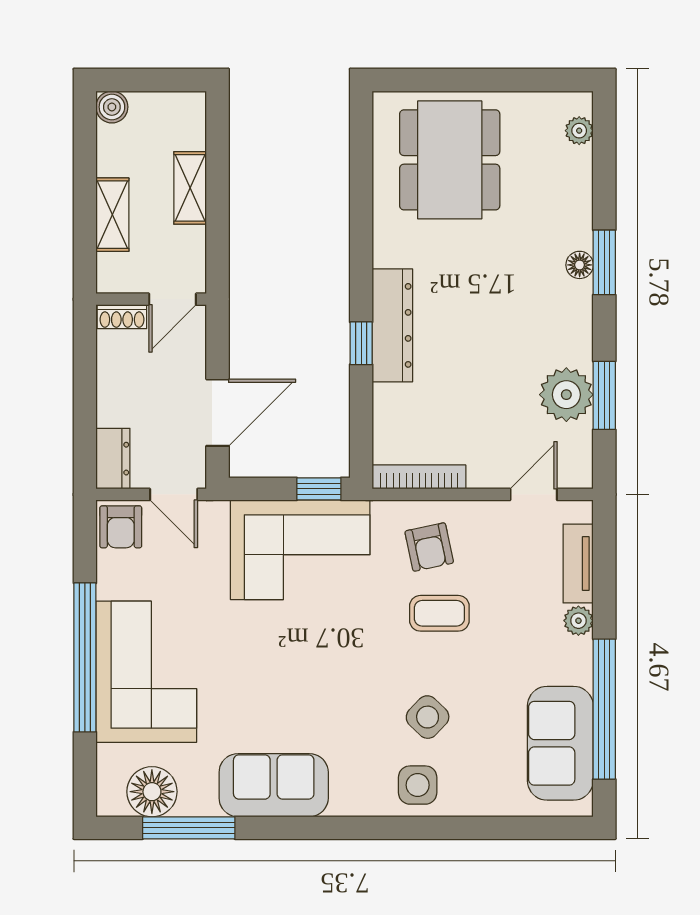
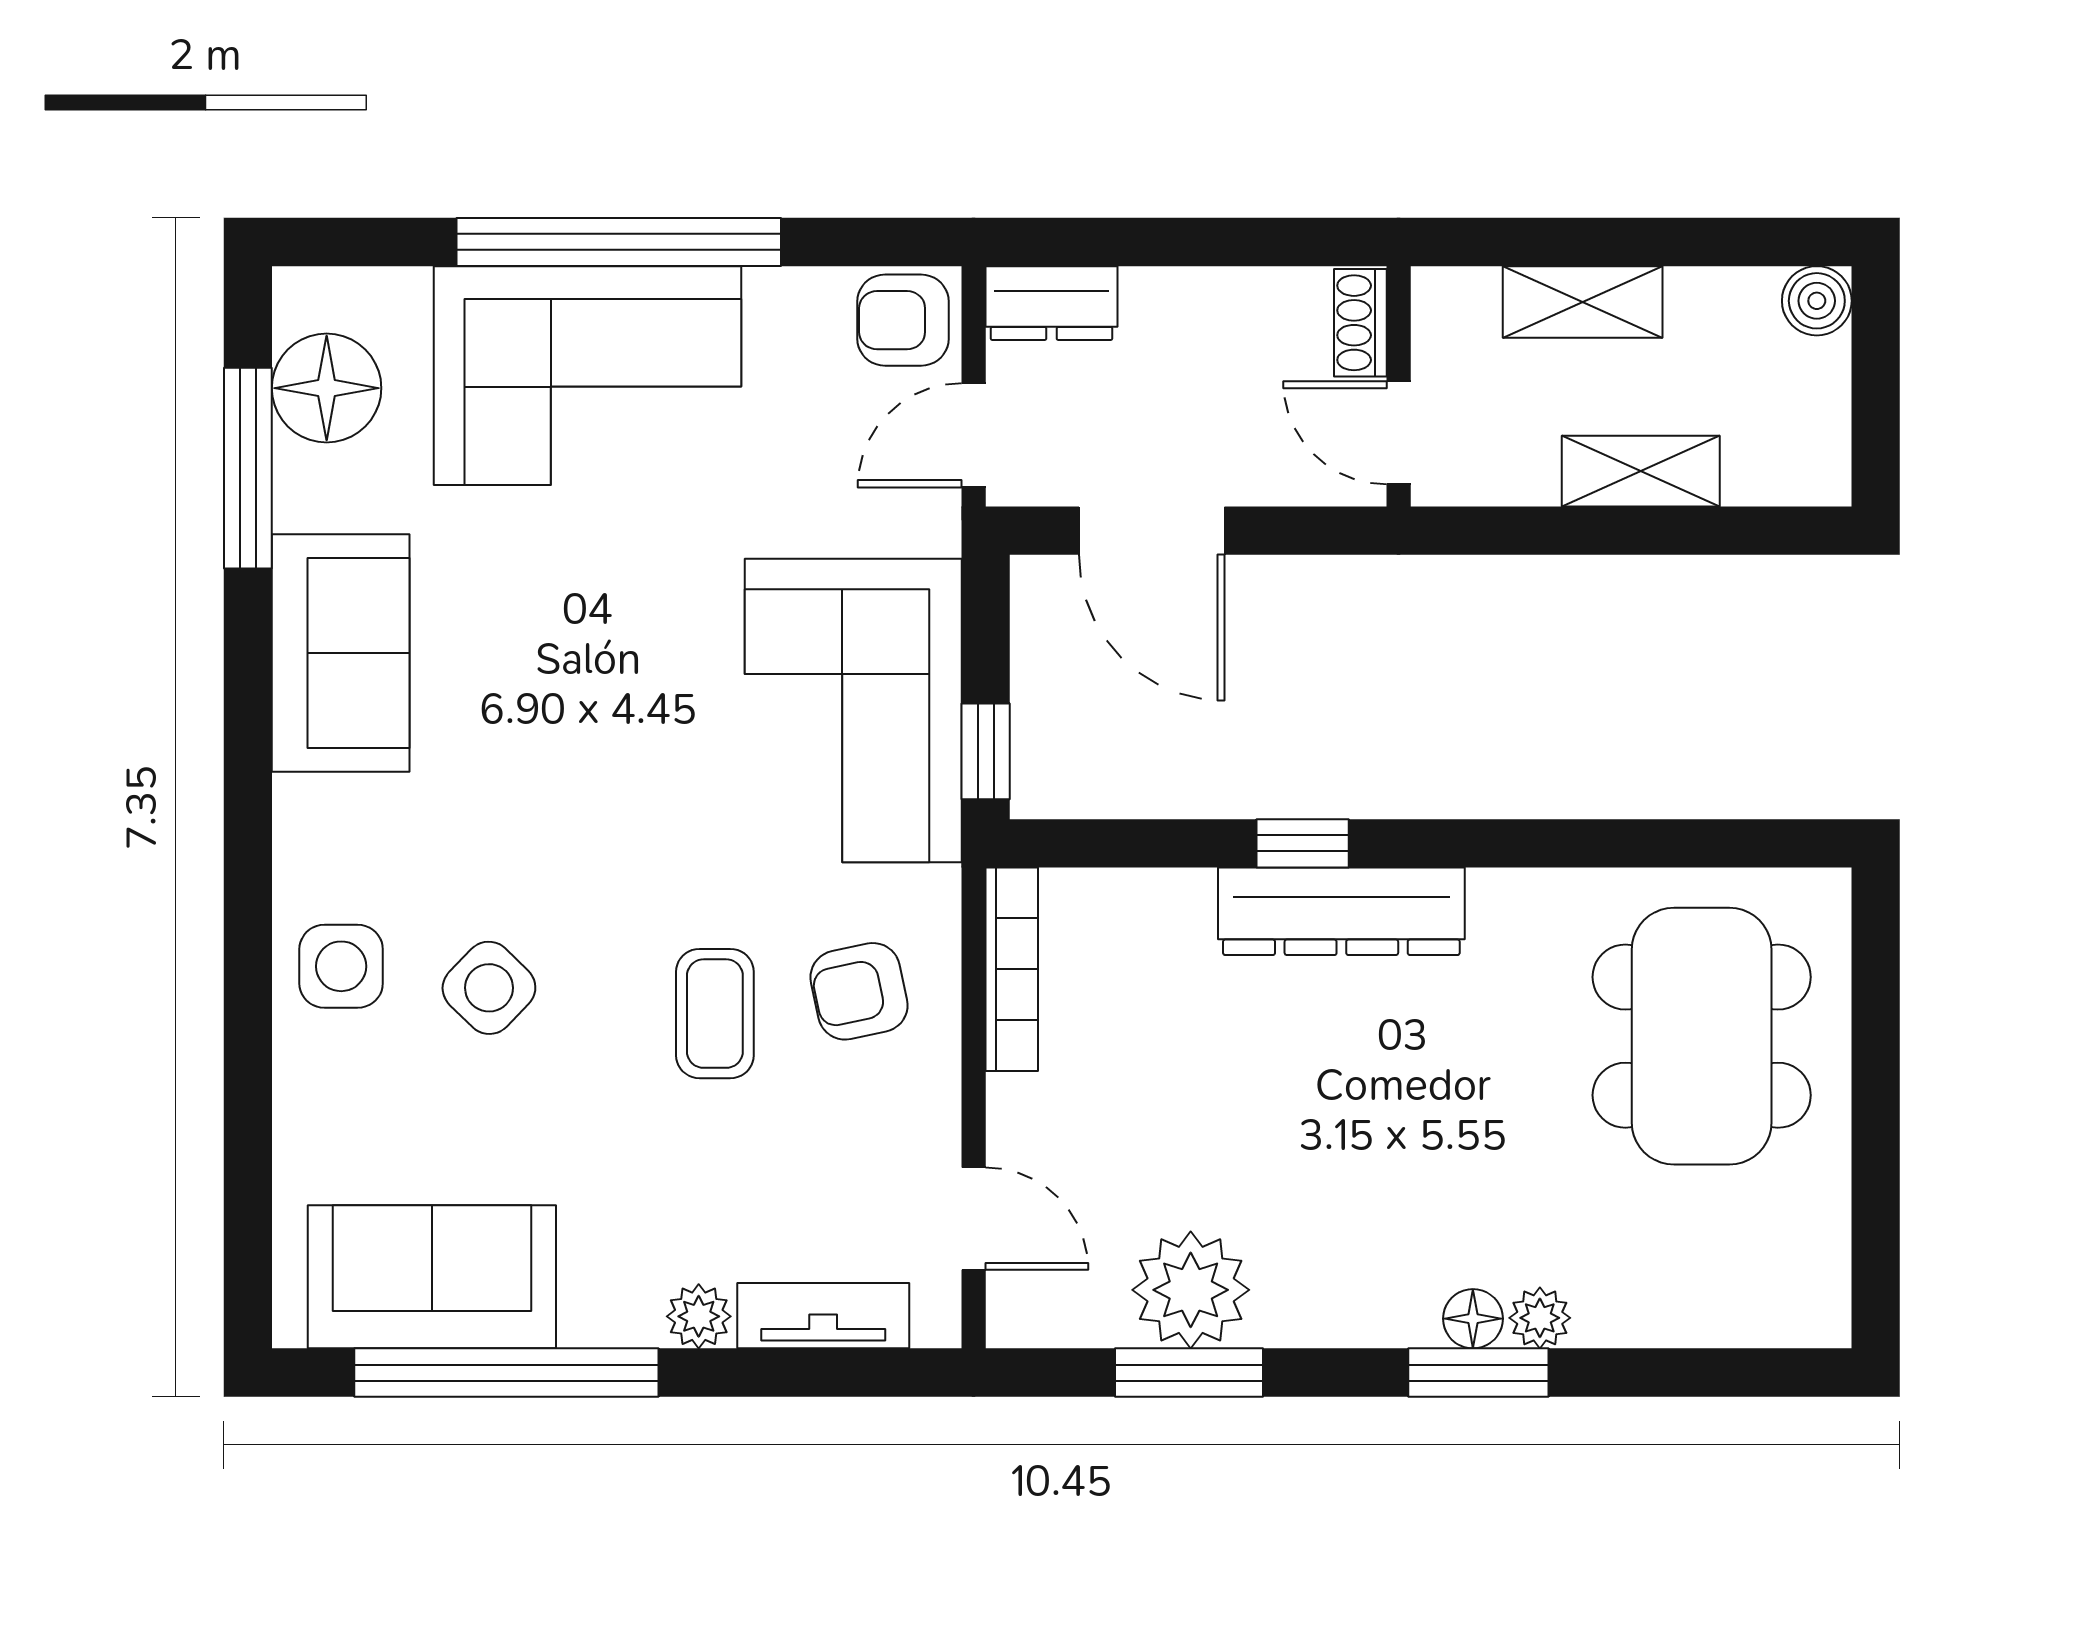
plant: (579, 131) -> (1540, 1318), moved
dining table: (450, 160) -> (1702, 1036), turned 90

